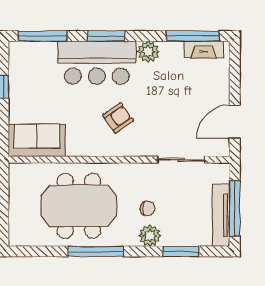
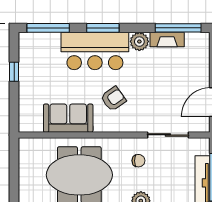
fireplace: (204, 49) -> (167, 40), moved
sofa: (37, 140) -> (68, 118), moved
chair: (148, 208) -> (138, 161), moved

